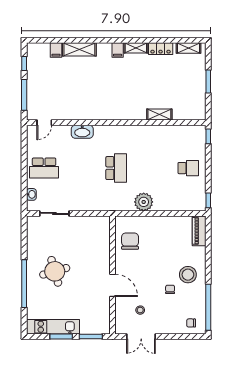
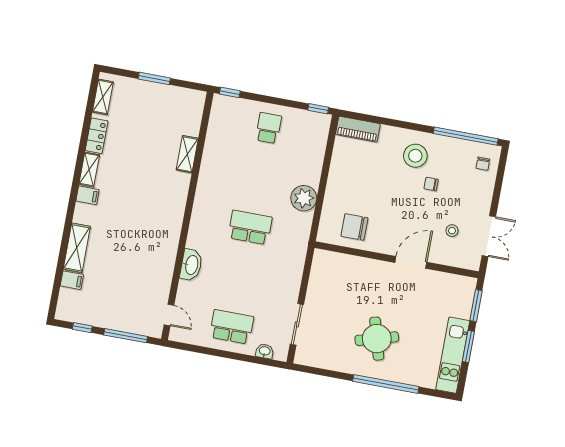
school desk: (44, 168) -> (232, 327), turned -90

